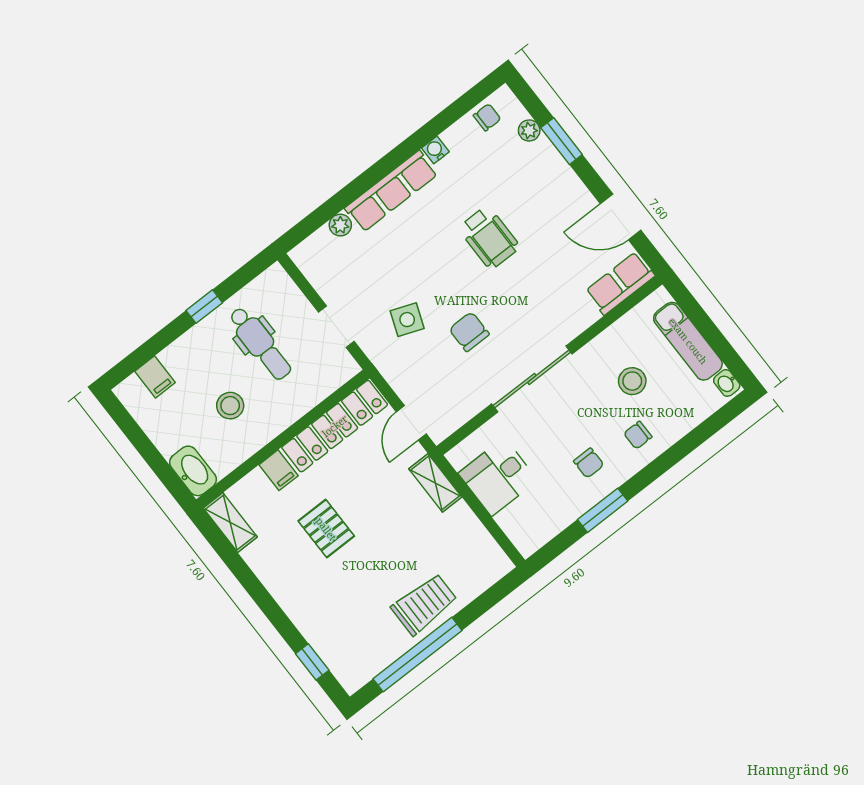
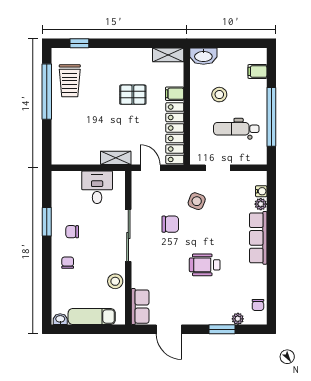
water cooler: (435, 150) -> (261, 191), moved
door: (621, 217) -> (169, 329), swing flipped
window: (204, 307) -> (271, 117), width x3.17
stool: (632, 381) -> (115, 281), moved
trolley: (424, 604) -> (70, 81), moved

